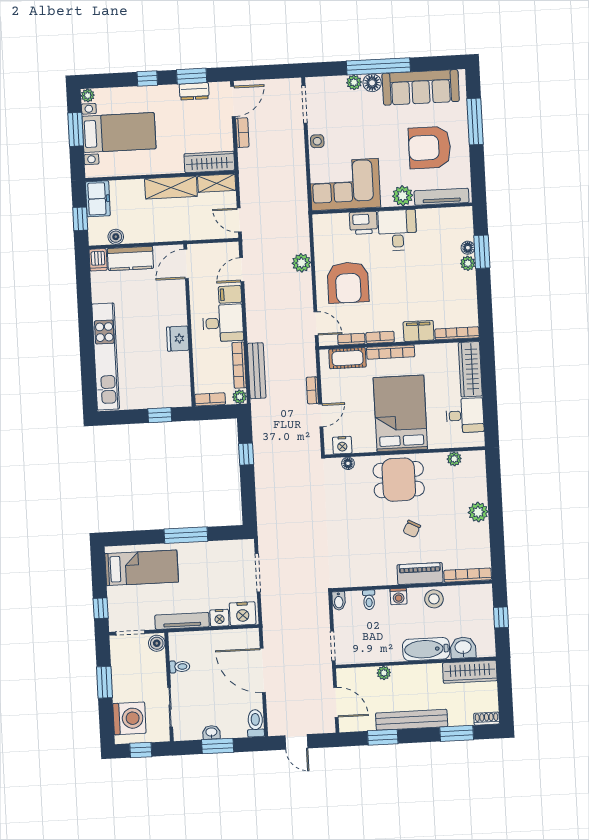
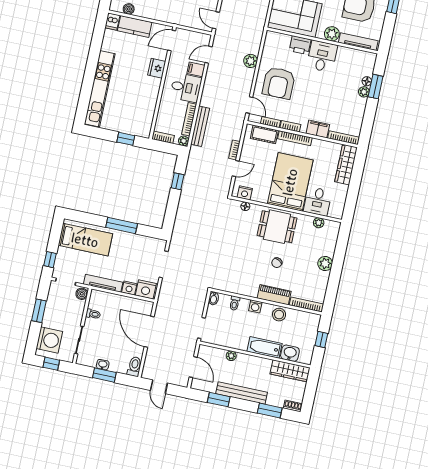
fridge: (178, 339) -> (157, 68), moved
desk: (465, 415) -> (318, 201), moved, turned 90

